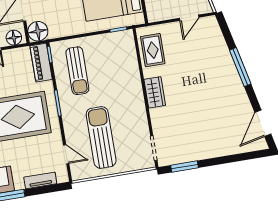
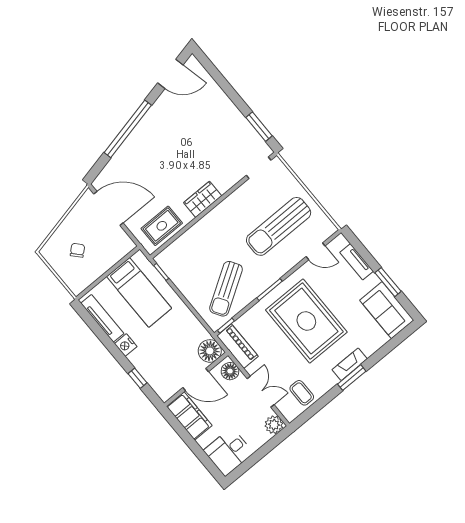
door: (189, 18) -> (108, 208), width x1.87
piano: (41, 63) -> (237, 346), moved, turned -90
window: (240, 67) -> (128, 129), width x1.46
sun lounger: (77, 71) -> (226, 289), turned 148
door: (66, 154) -> (316, 251), swing flipped

